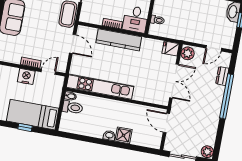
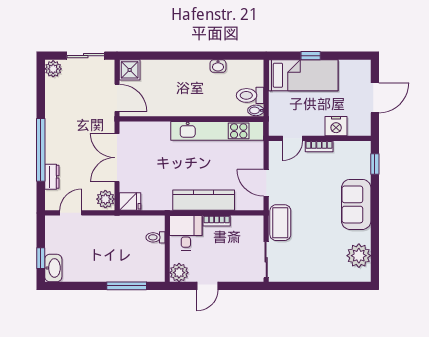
nightstand: (26, 76) -> (336, 126), moved
washbasin: (109, 135) -> (218, 66), moved
shower: (123, 135) -> (130, 70), moved

